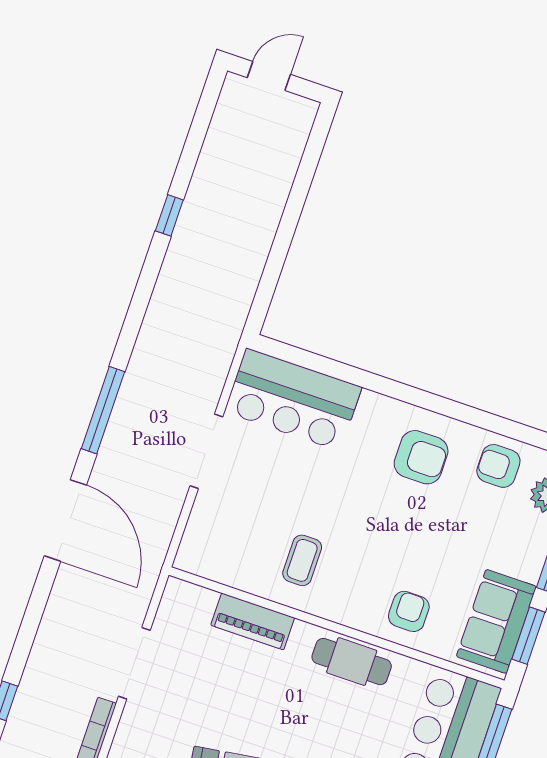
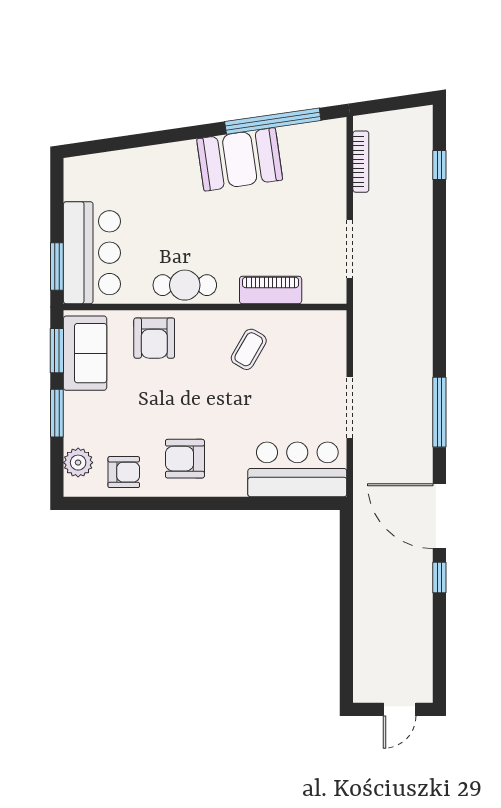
door: (65, 520) -> (439, 516), moved
coffee table: (302, 560) -> (249, 349), turned 30
armchair: (409, 611) -> (154, 338), width x1.38, depth x1.38
doorway: (134, 663) -> (350, 249), moved

